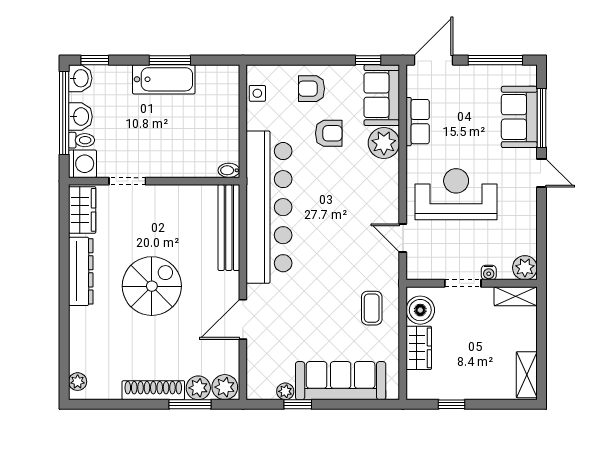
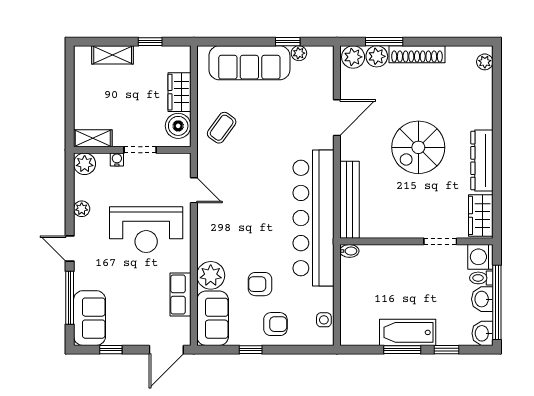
window: (95, 60) -> (446, 350), moved
window: (368, 60) -> (251, 350), moved
window: (495, 60) -> (111, 350), width x0.46
sofa: (519, 117) -> (90, 318), moved
plant: (528, 217) -> (82, 209), added
coffee table: (372, 308) -> (222, 128), turned 36
shelving: (527, 375) -> (113, 55), moved, turned 90

